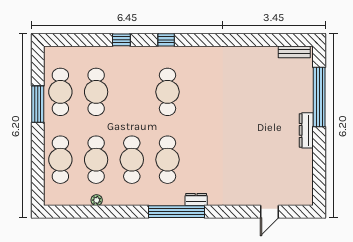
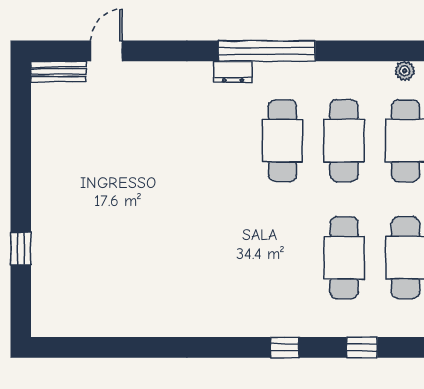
bench: (294, 52) -> (58, 72), moved
cafe table: (168, 92) -> (344, 258), moved
window: (319, 97) -> (21, 249), width x0.32
dresser: (306, 130) -> (43, 191), removed

